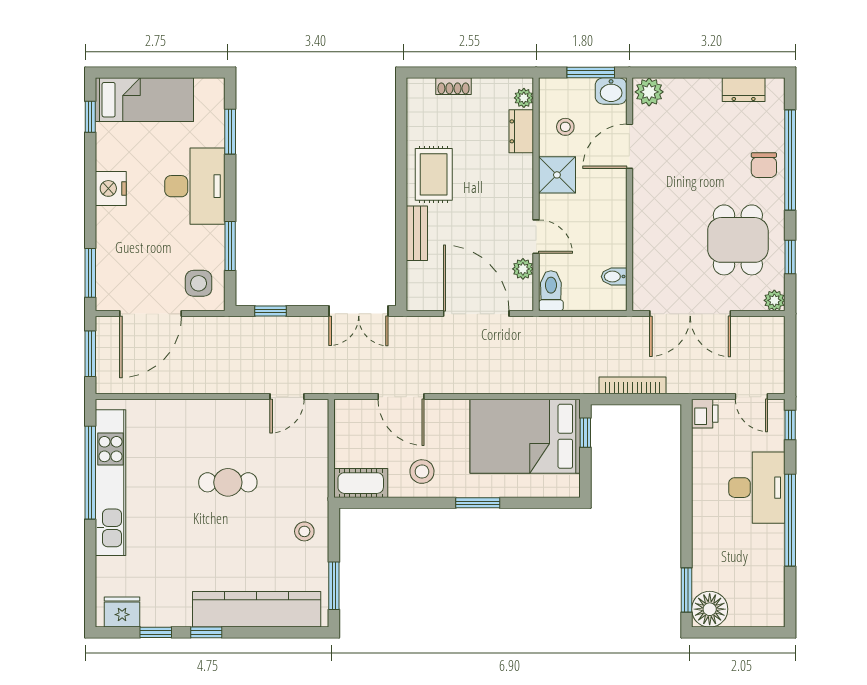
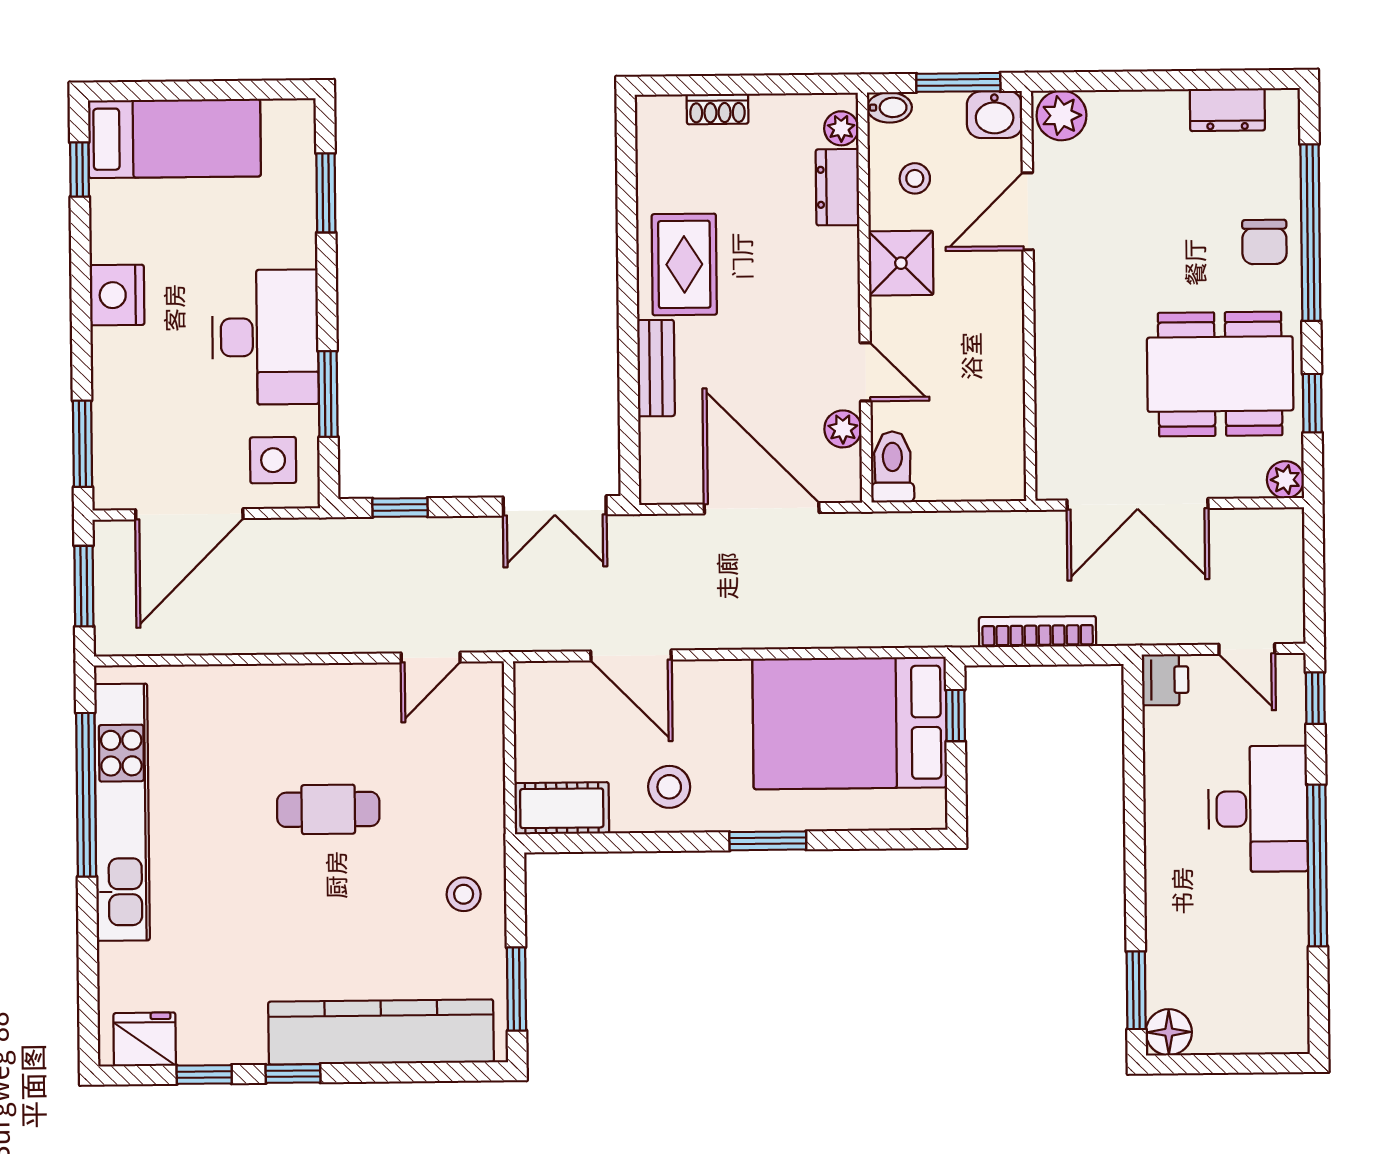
desk: (195, 186) -> (265, 337), moved
dining table: (738, 240) -> (1220, 374), width x1.38
bidet: (614, 277) -> (890, 107), moved, turned 180
floor lamp: (710, 609) -> (1169, 1032), width x0.73, depth x0.73

